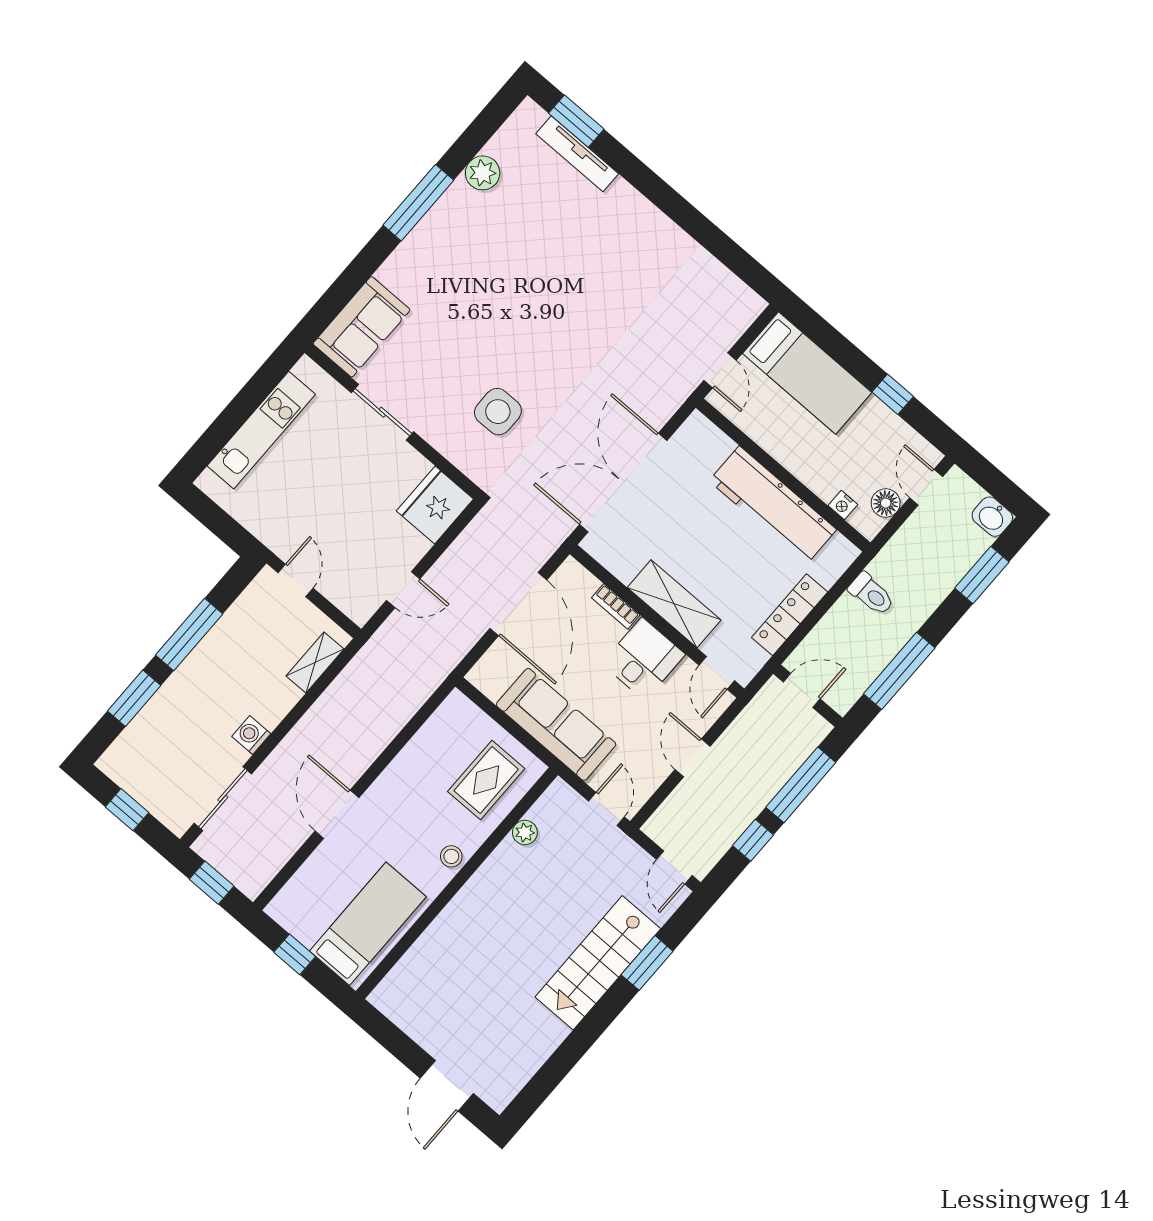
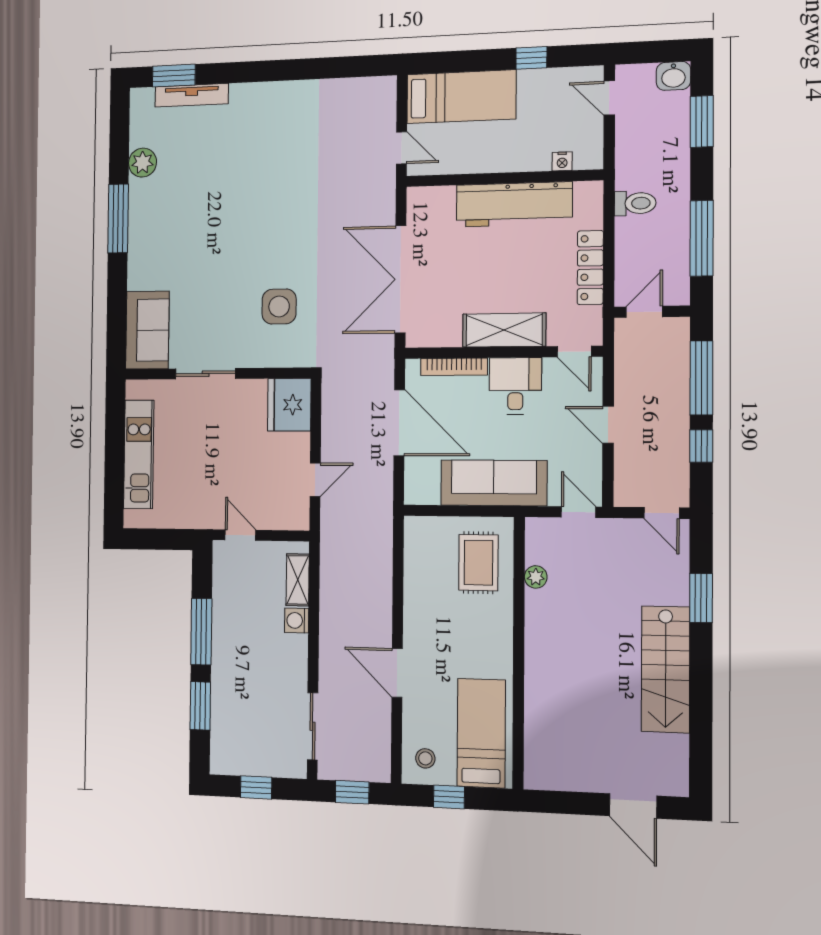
floor lamp: (886, 503) -> (591, 134), removed
bookcase: (616, 606) -> (454, 367), width x1.56
washing machine: (251, 735) -> (297, 620), moved
stool: (451, 856) -> (425, 758), moved
stairs: (598, 963) -> (665, 669), moved

